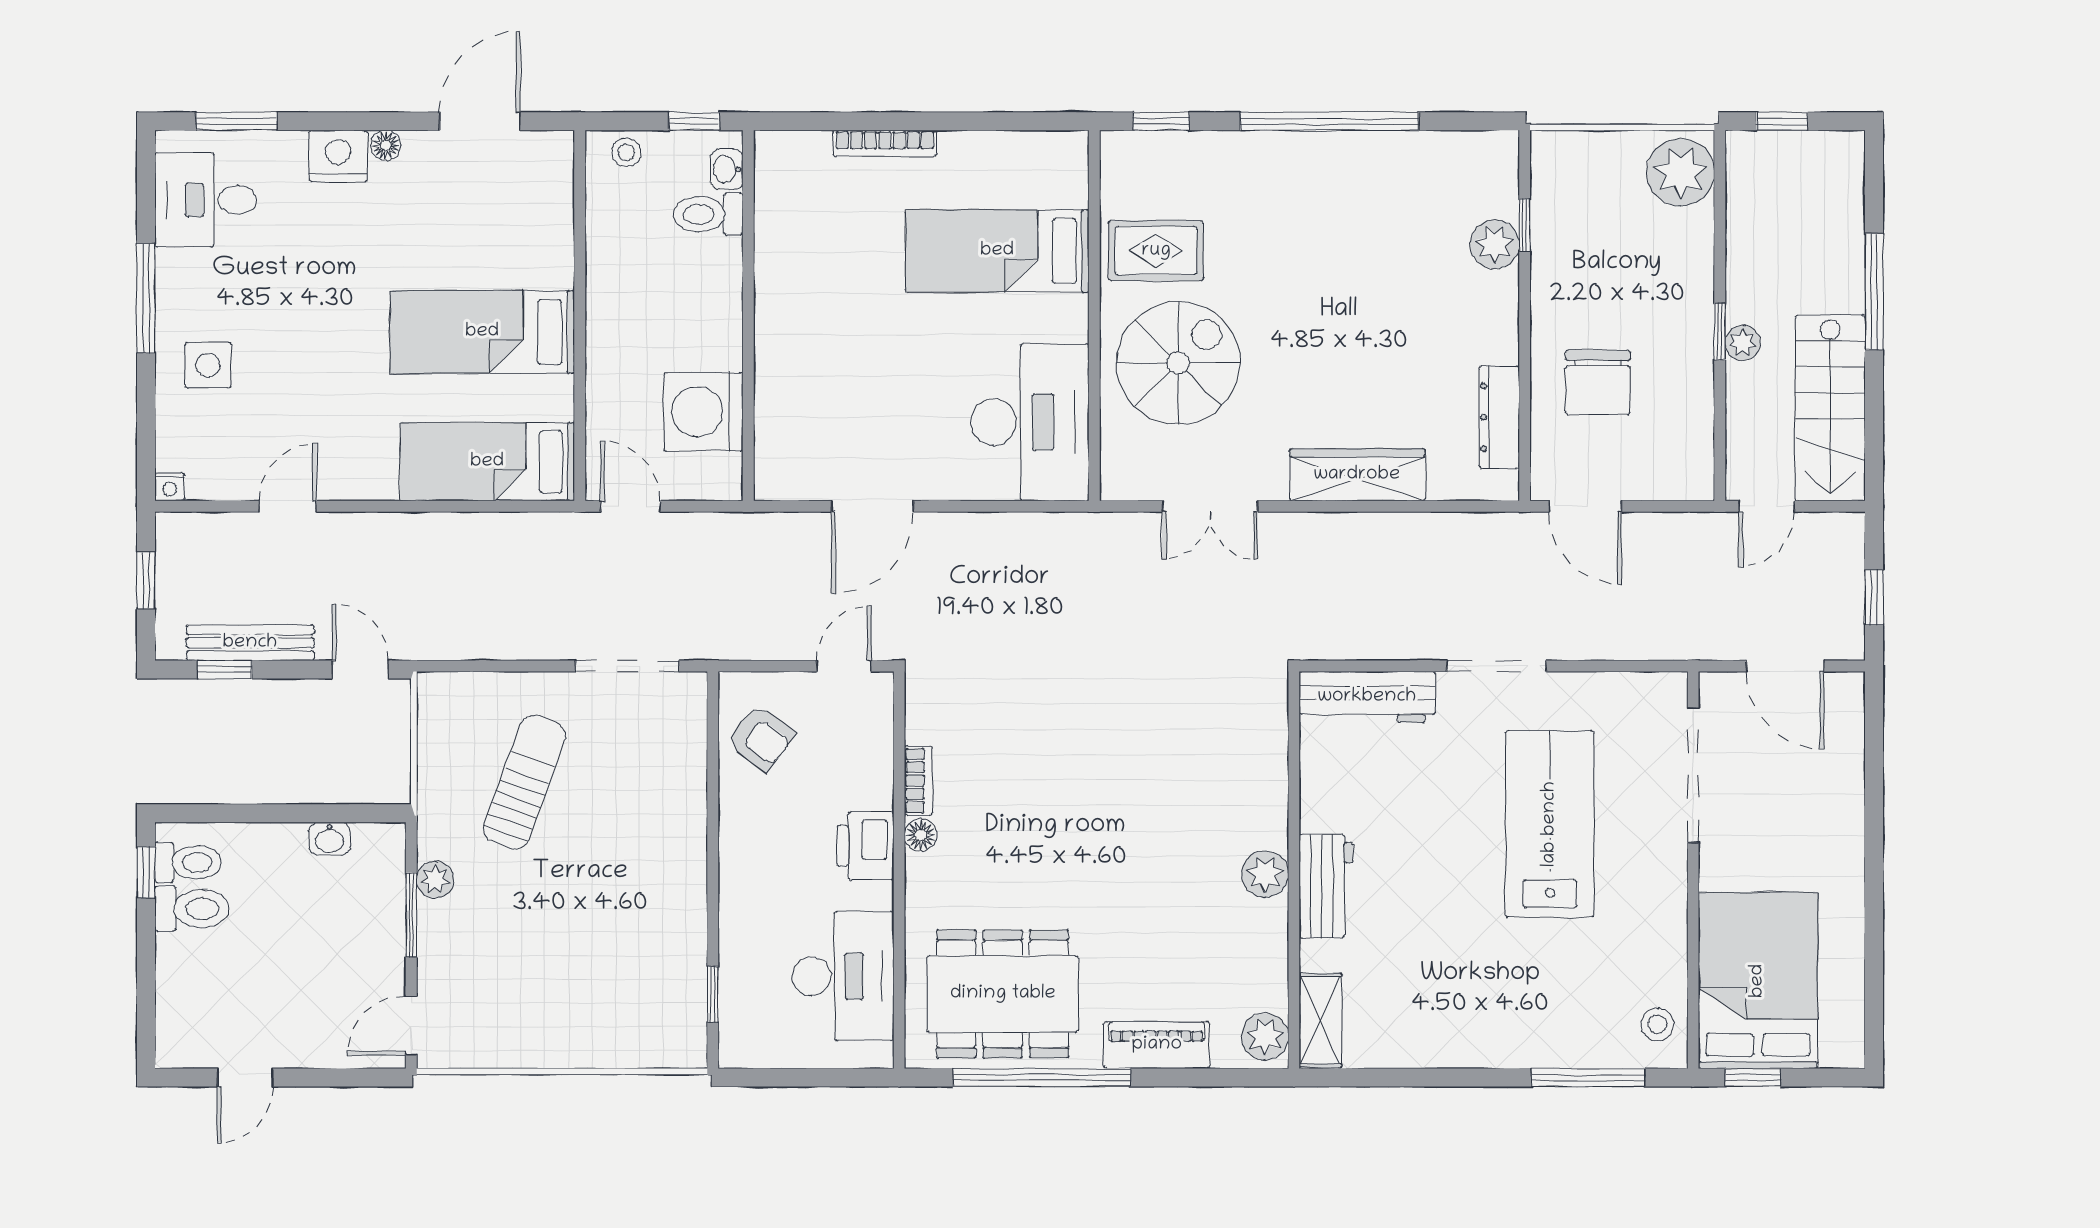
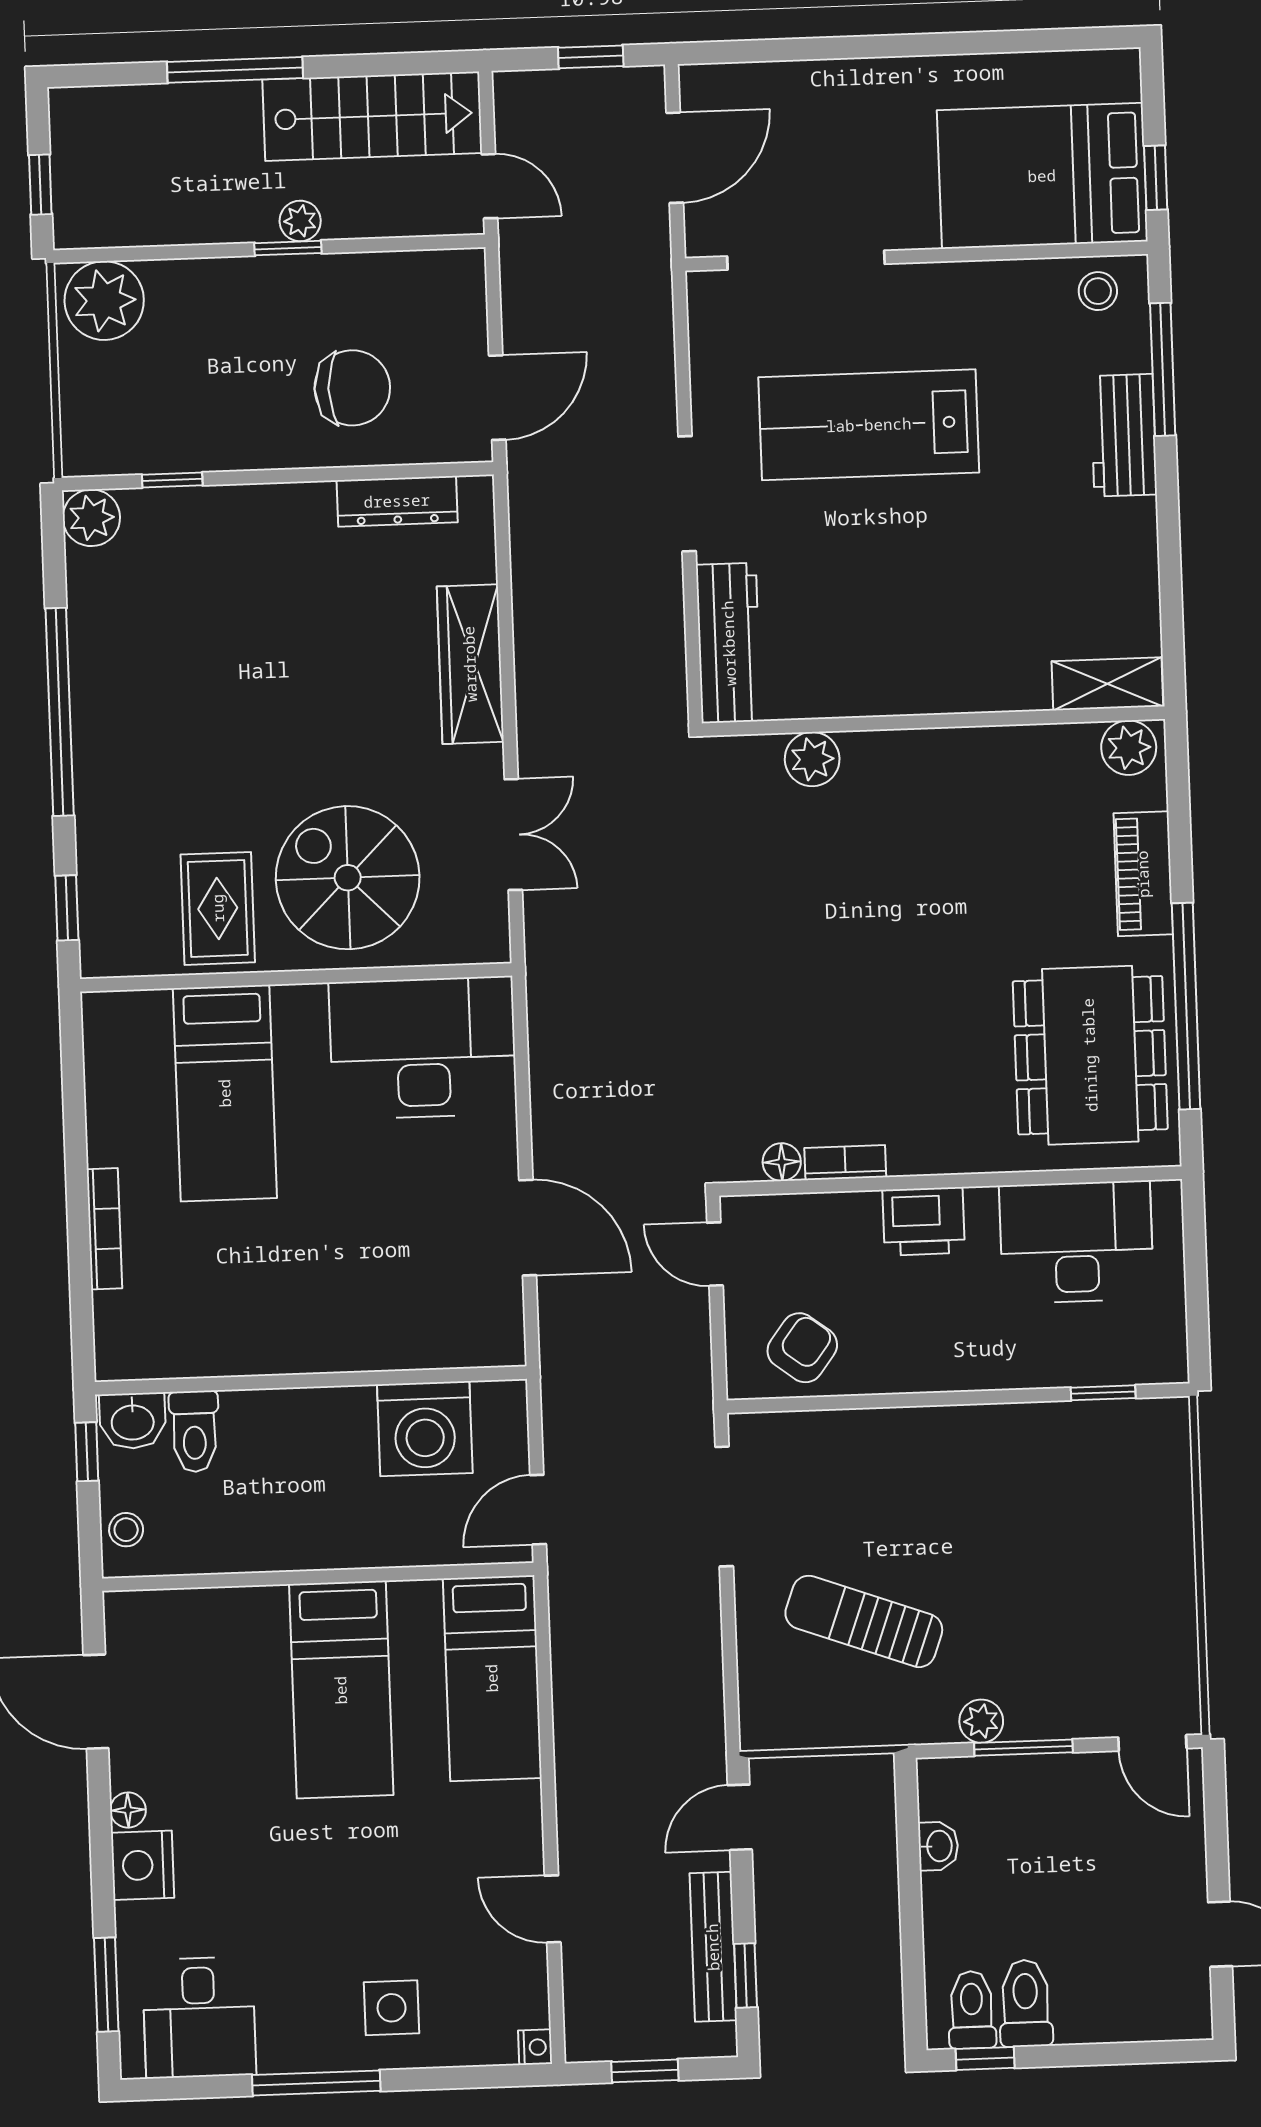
washbasin: (727, 169) -> (133, 1421), width x1.38, depth x1.45
plant: (1495, 244) -> (91, 518), moved
floor lamp: (921, 835) -> (782, 1162), moved
plant: (1265, 874) -> (812, 759), moved
workbench: (1326, 886) -> (1124, 435), moved, turned -90

